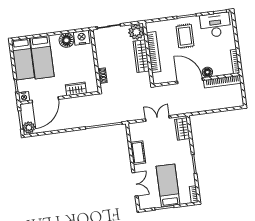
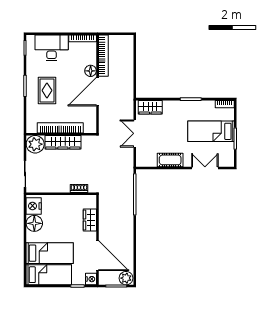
desk: (215, 25) -> (52, 48), moved, turned 90
rug: (185, 36) -> (47, 90), turned 90

